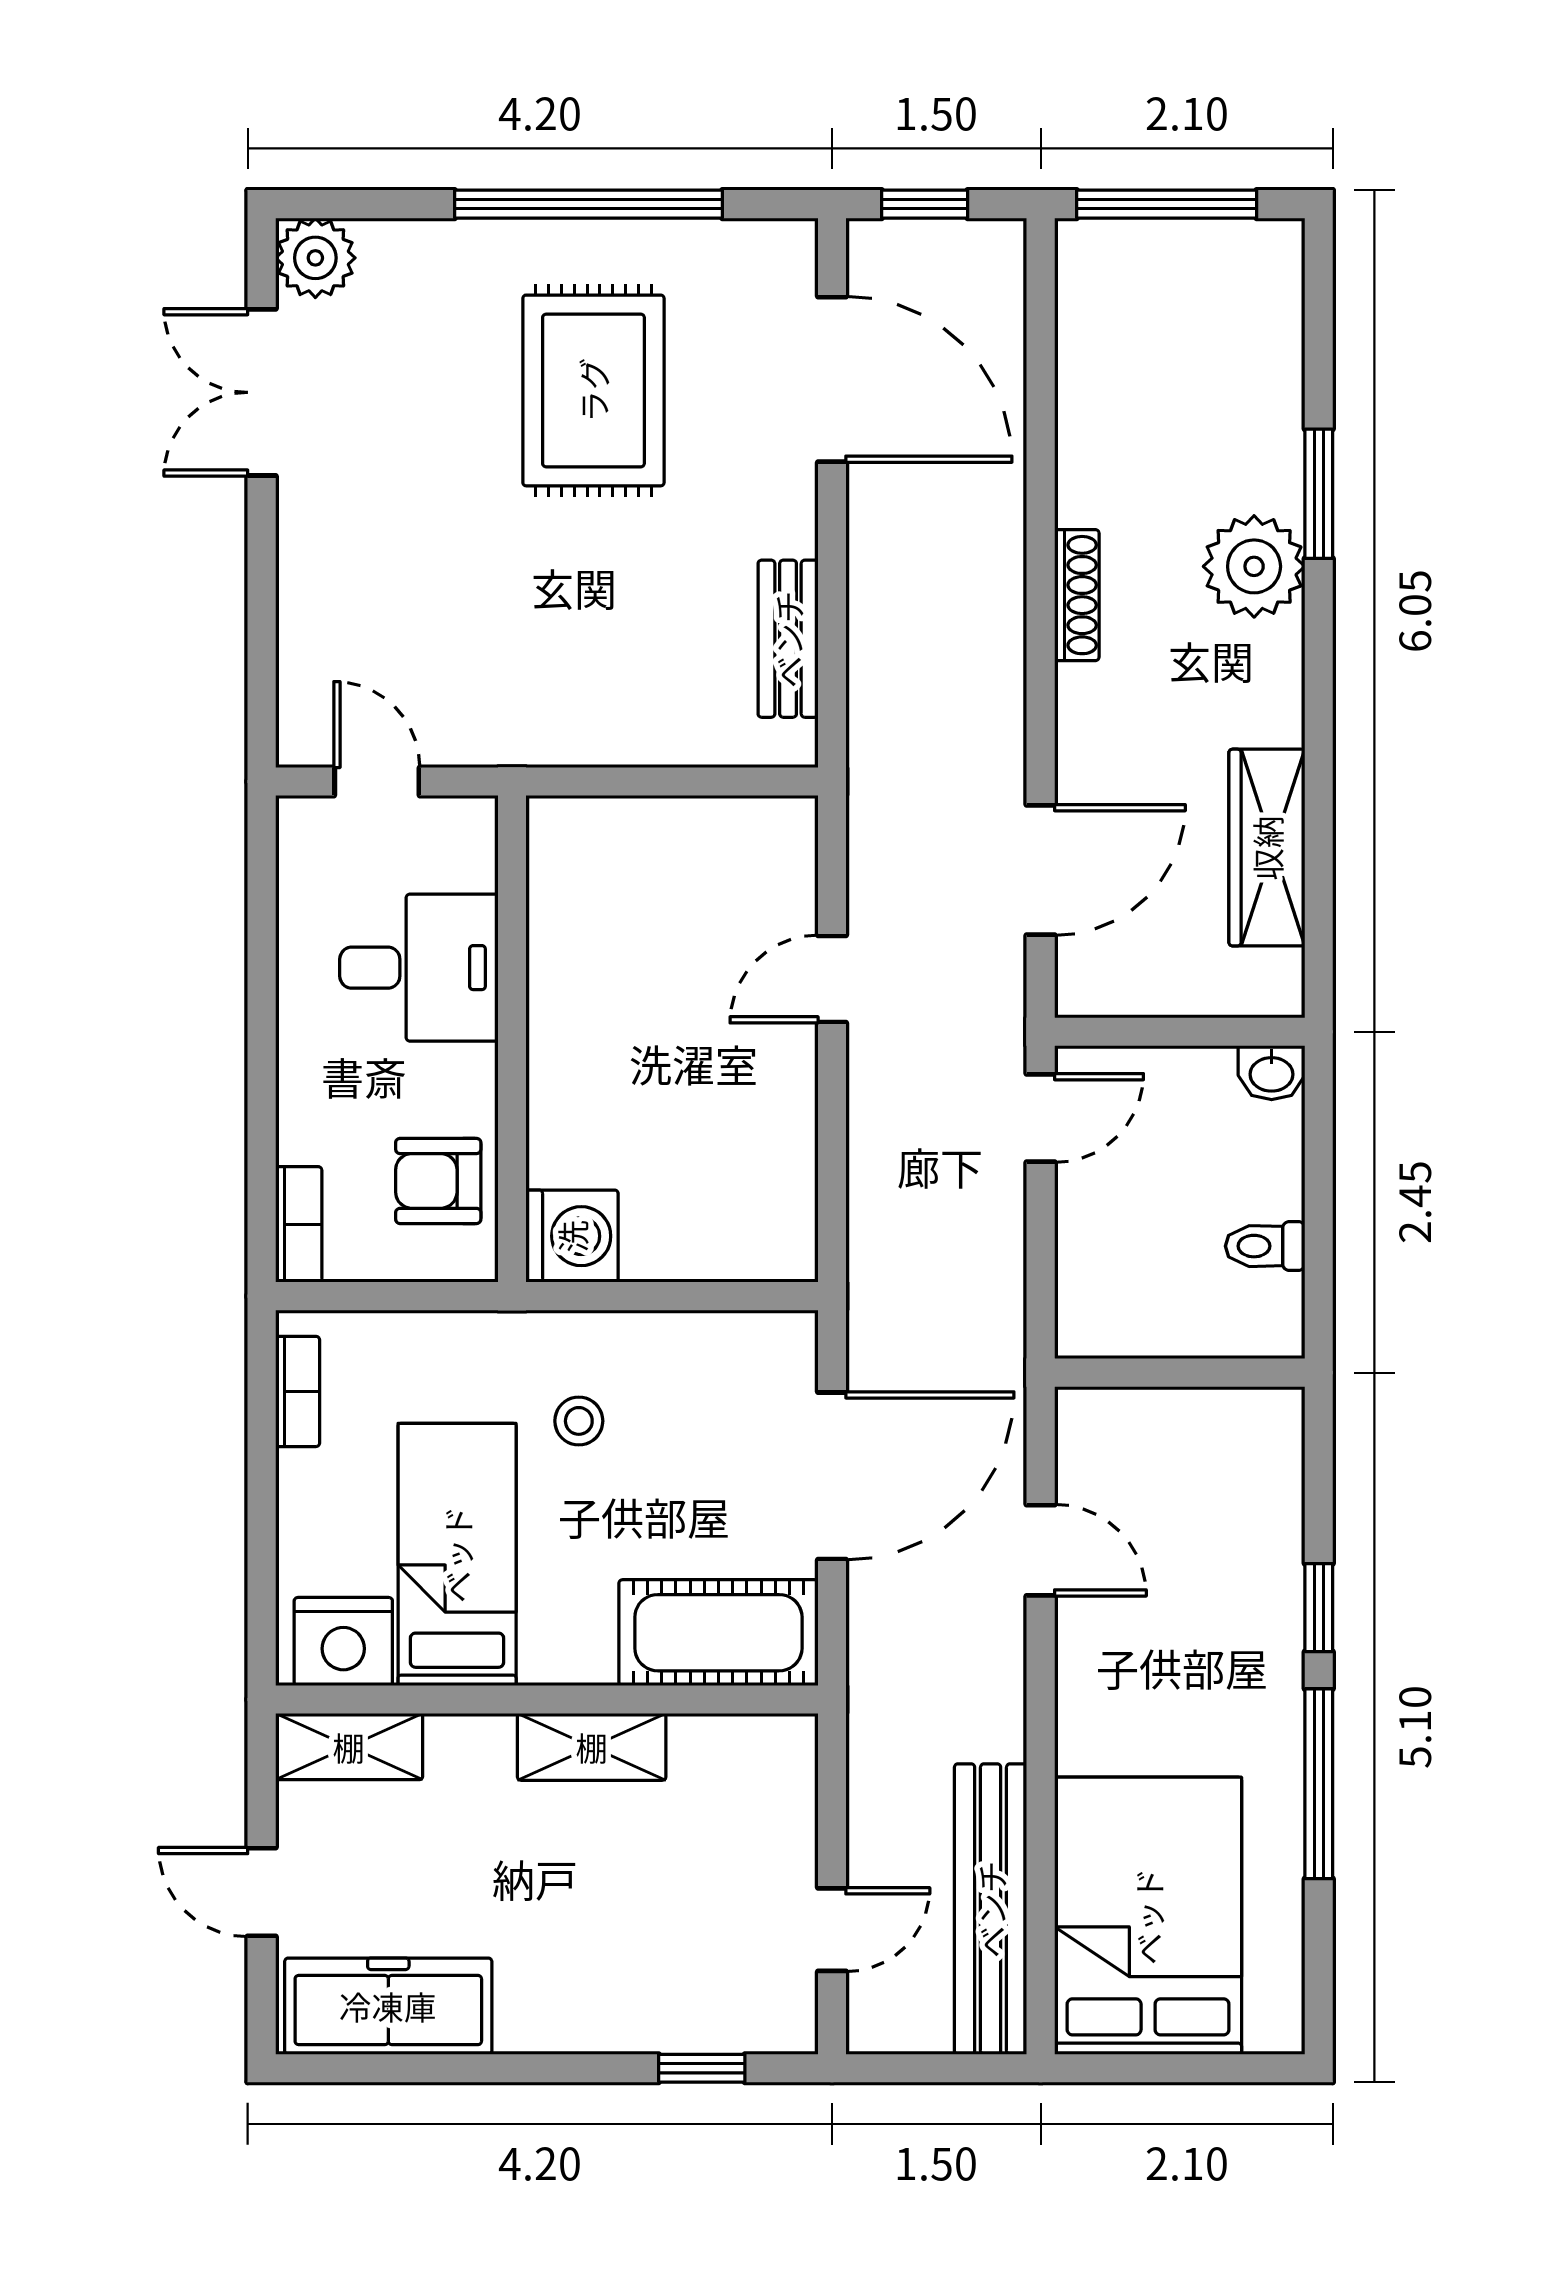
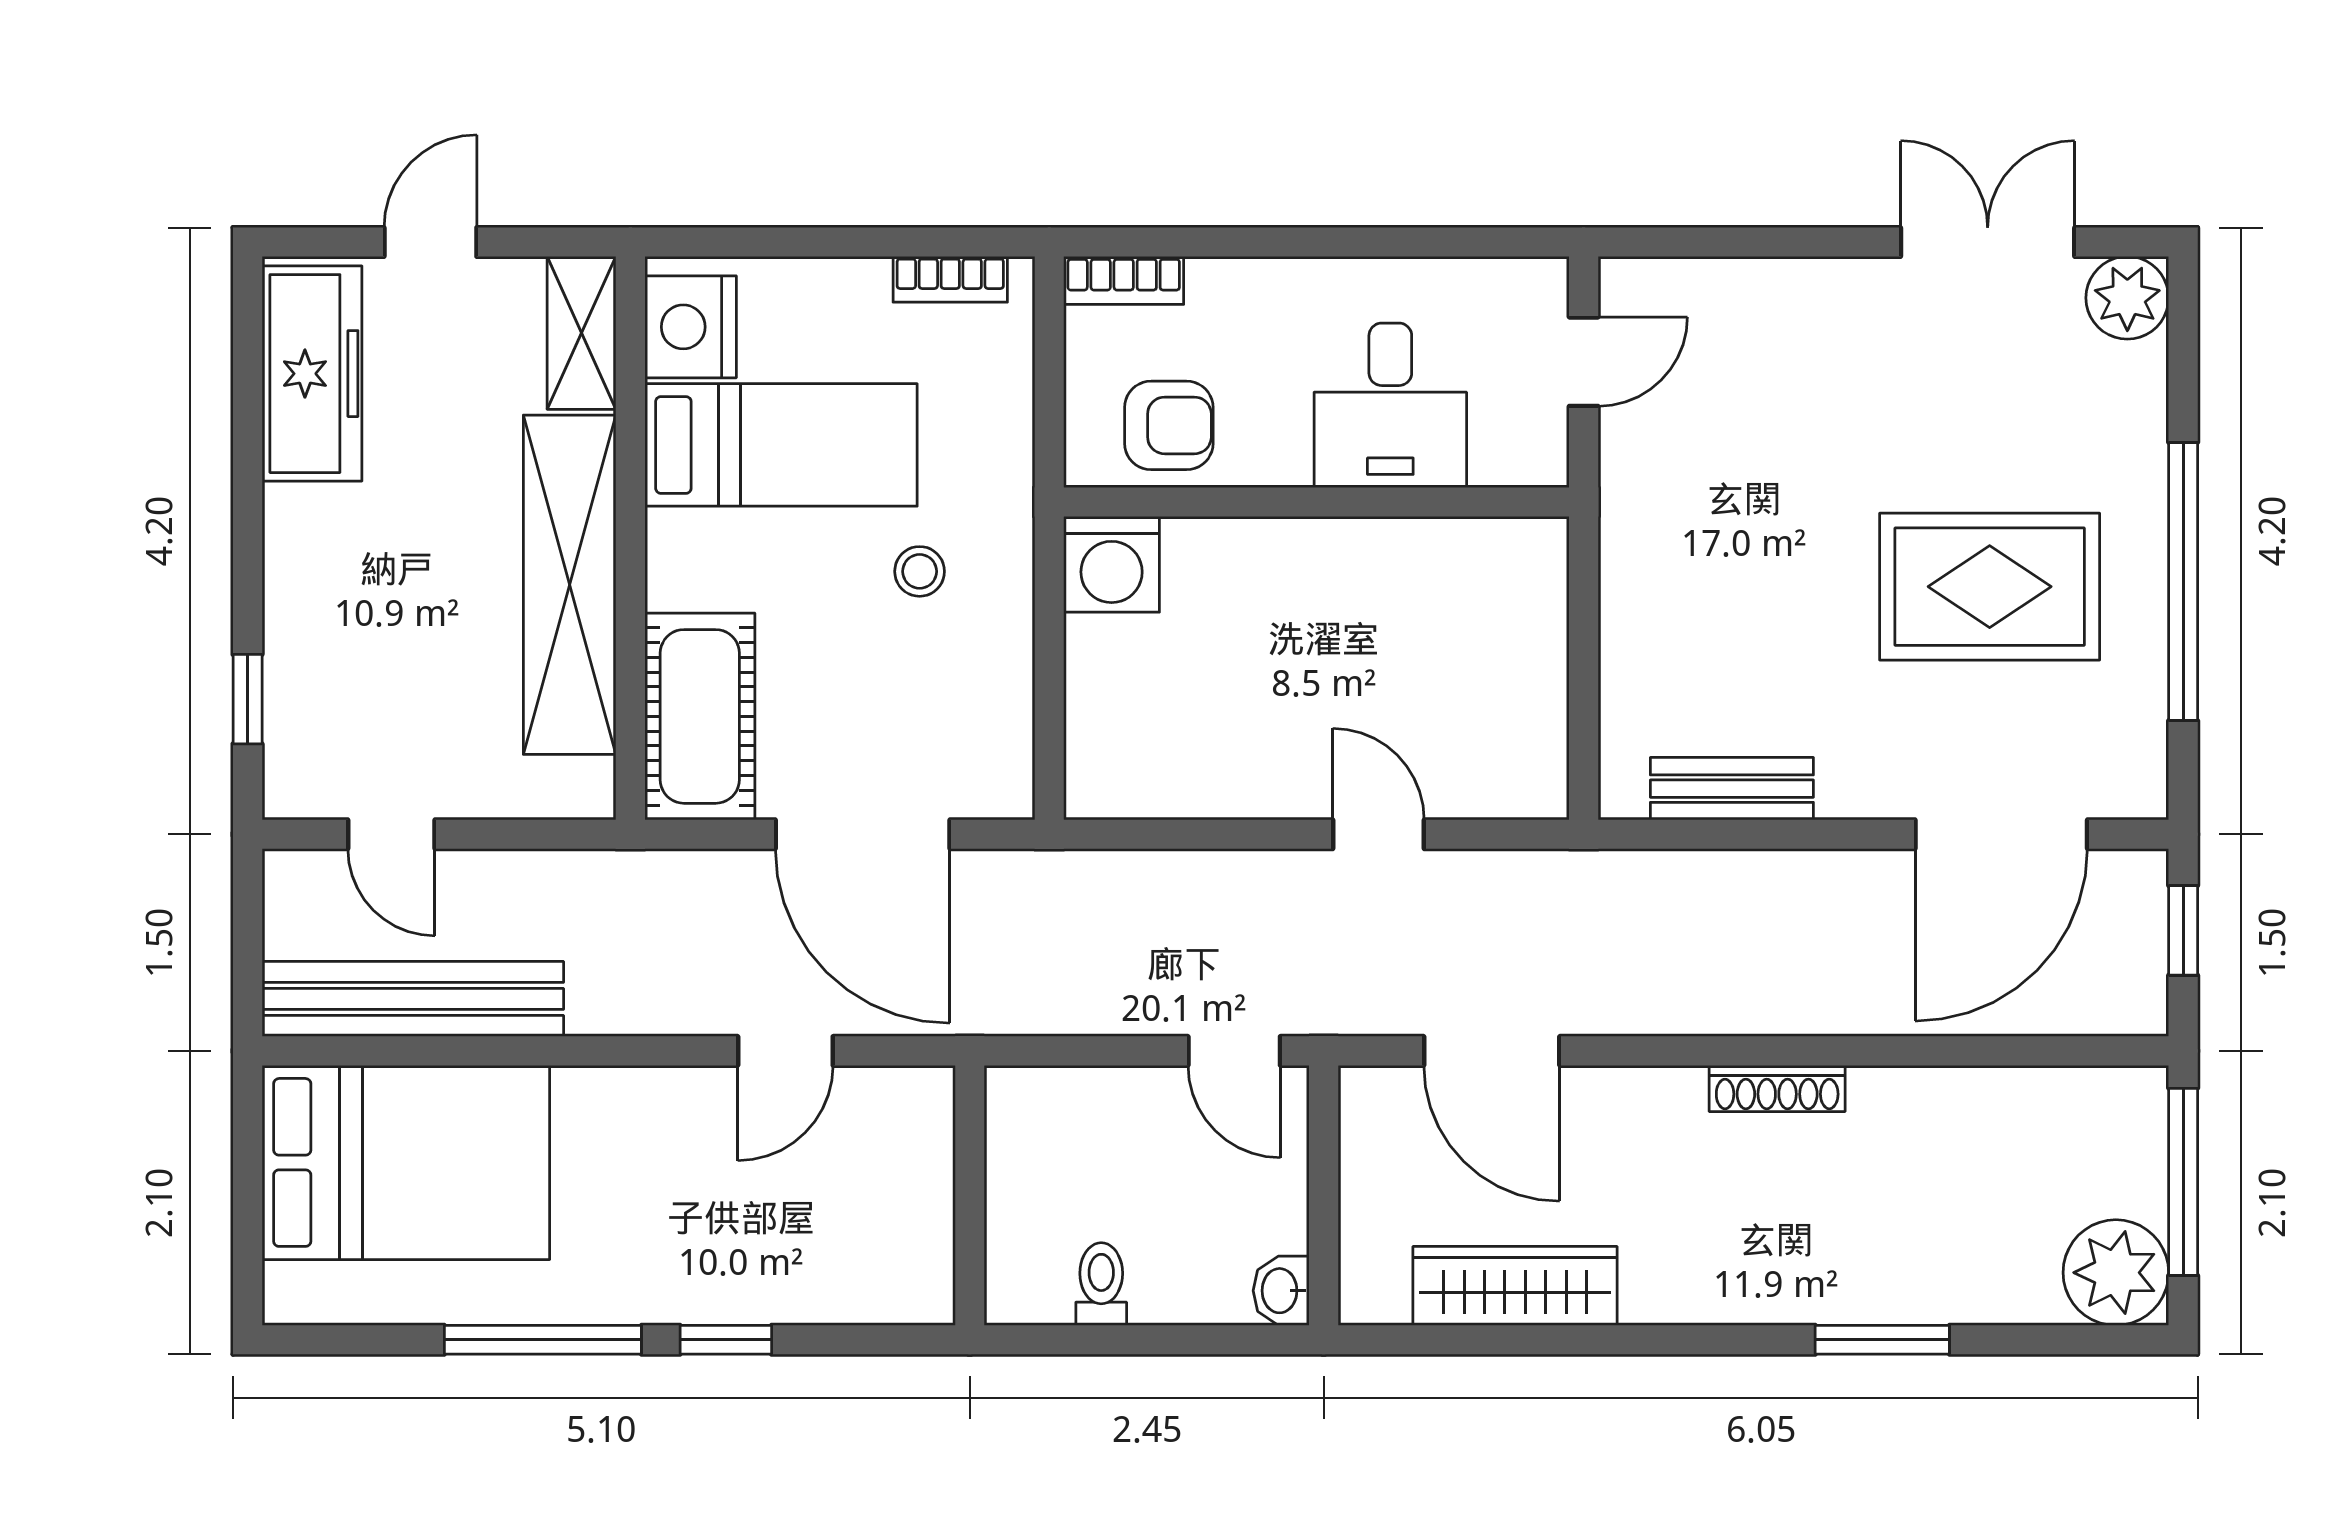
plant: (1254, 566) -> (2116, 1273), moved
armchair: (438, 1181) -> (1169, 425), turned 90
shelving: (592, 1747) -> (570, 585), width x2.20, depth x1.33

